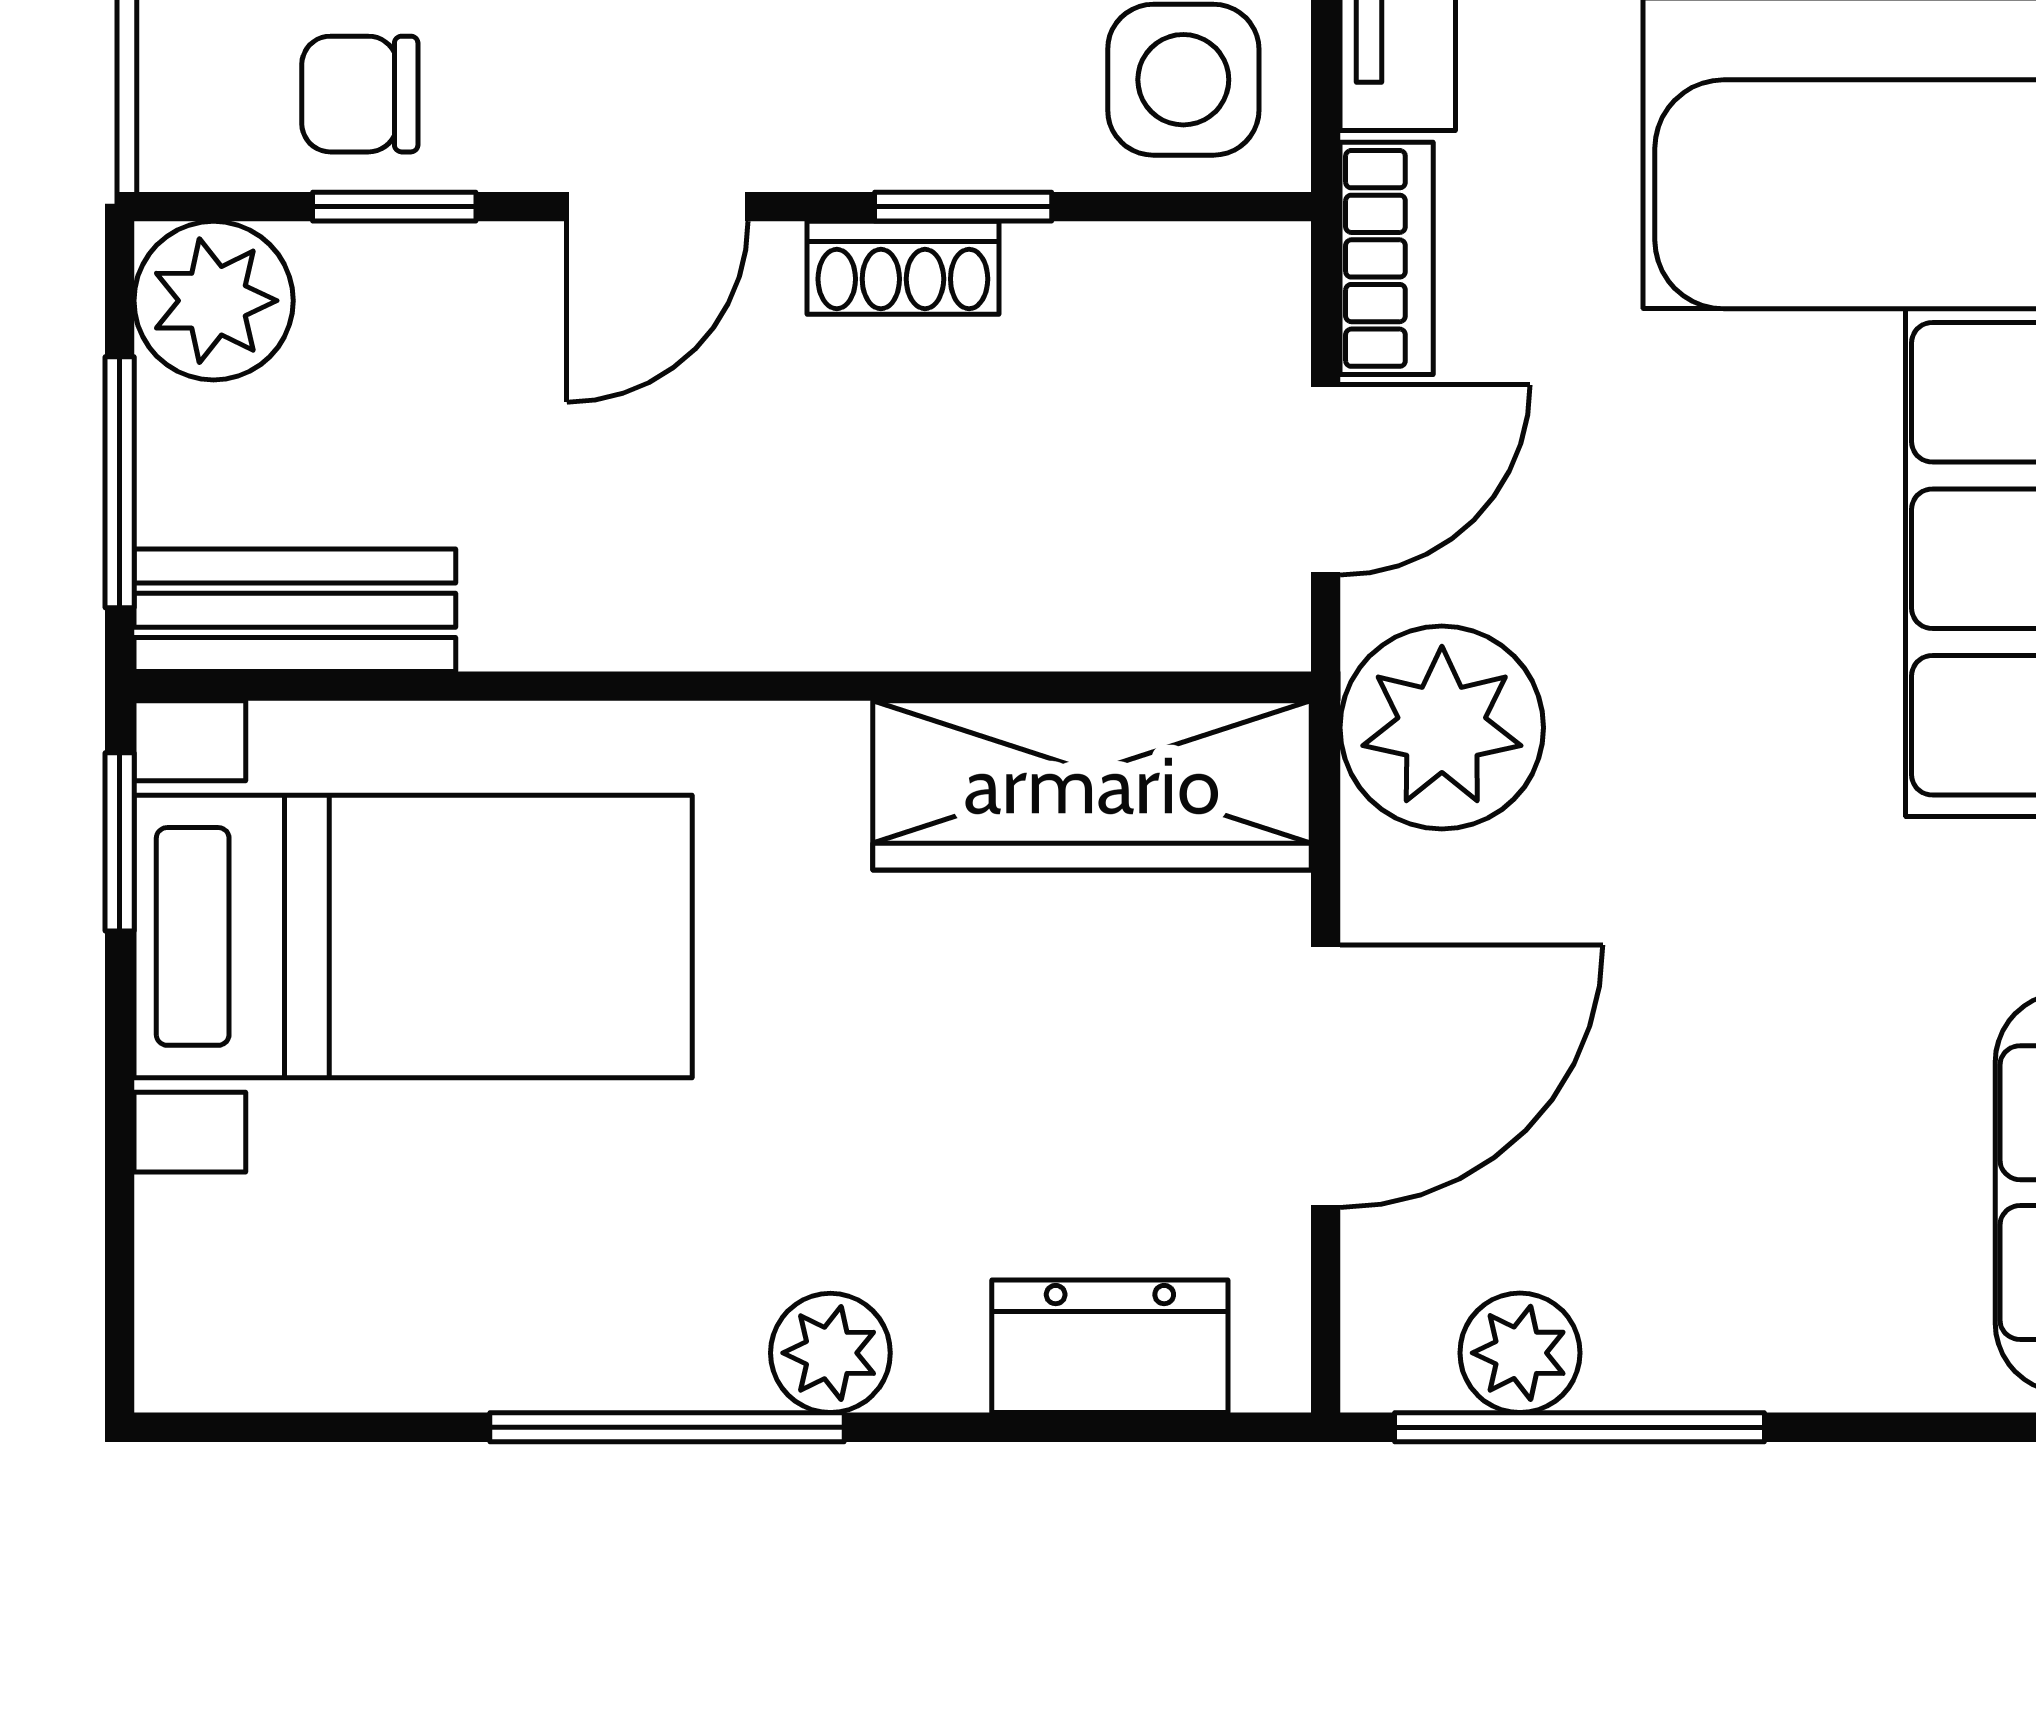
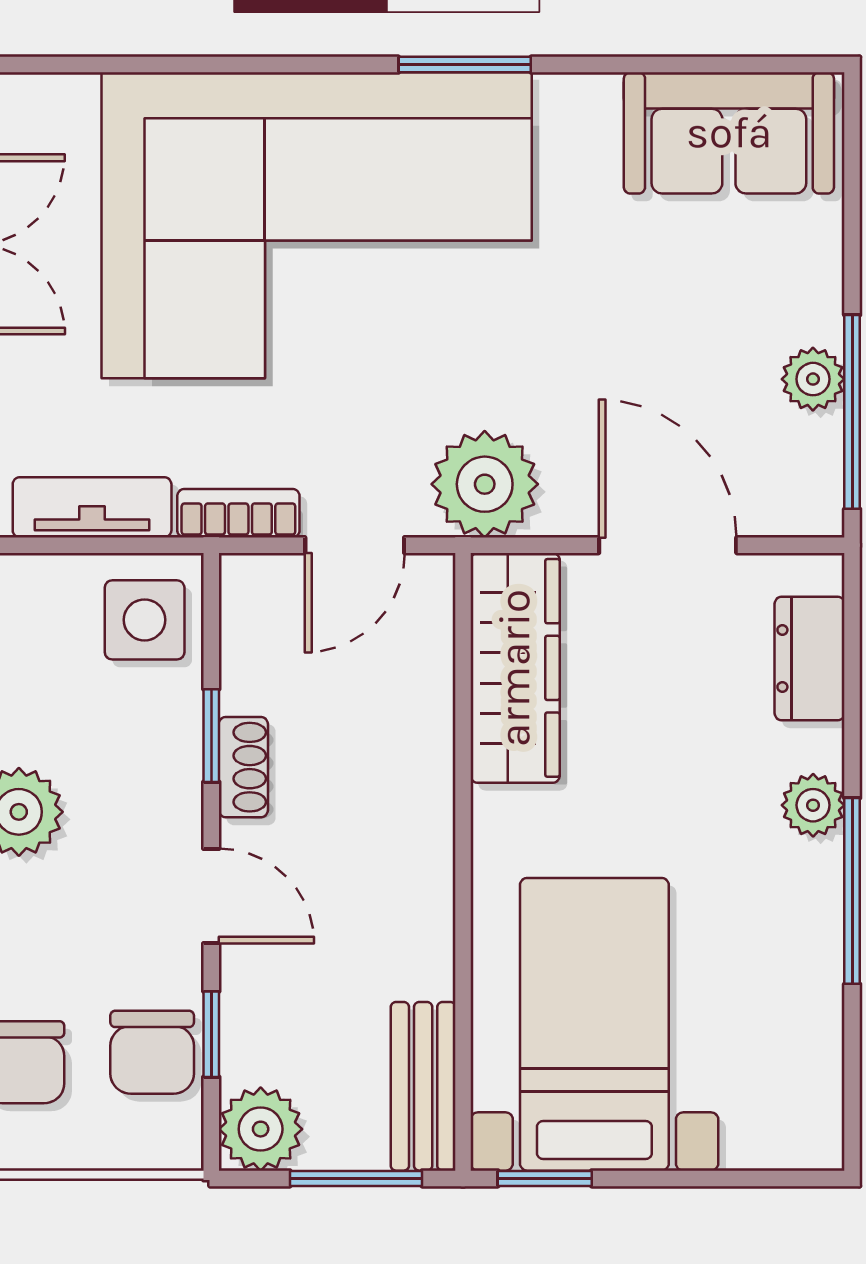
chair: (360, 94) -> (152, 1052), width x1.37, depth x1.37
door: (1326, 480) -> (355, 545), swing flipped
plant: (1520, 1353) -> (813, 379), moved

